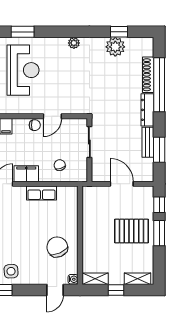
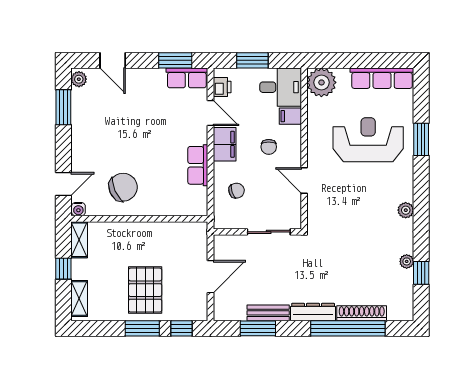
plant: (115, 47) -> (407, 261), width x0.53, depth x0.53
reception desk: (23, 70) -> (368, 140), turned 180
chair: (35, 125) -> (269, 147), moved
side table: (11, 271) -> (89, 123), removed
door: (55, 290) -> (63, 184), swing flipped

